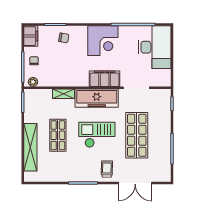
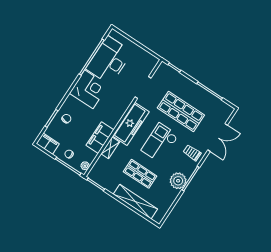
desk: (155, 47) -> (109, 60), moved, turned -90
filing cabinet: (105, 79) -> (100, 138), moved
plant: (74, 173) -> (178, 181), added

